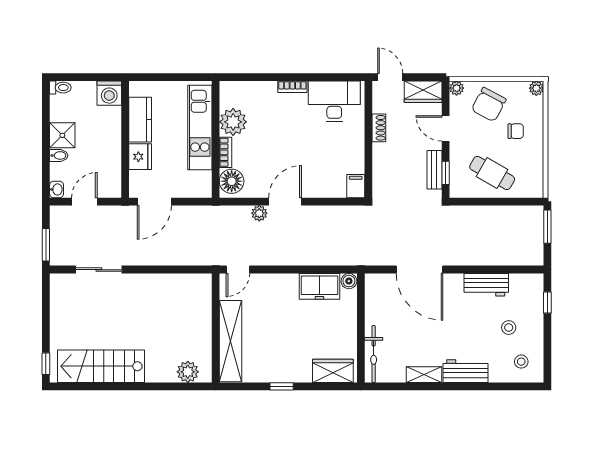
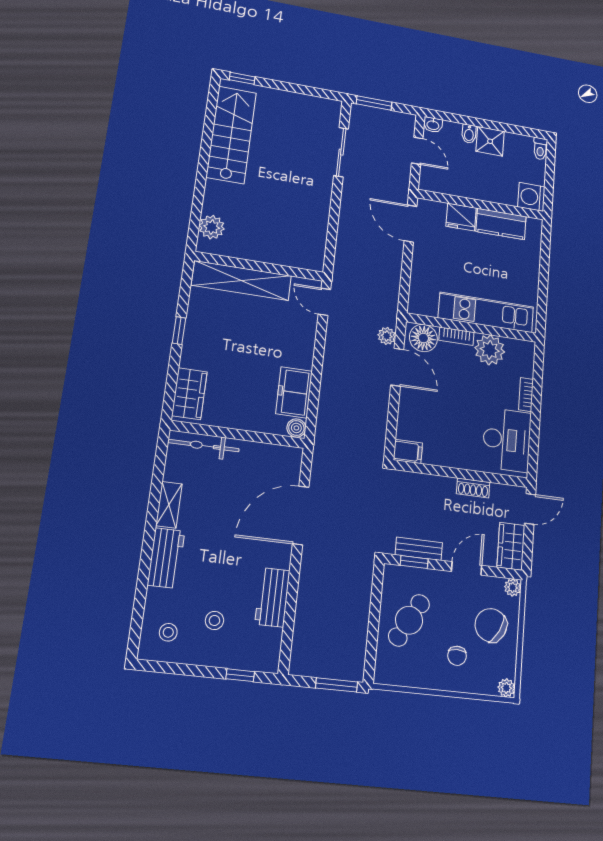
plant: (233, 122) -> (490, 350), moved
kitchen unit: (200, 128) -> (486, 312), moved
wall: (216, 139) -> (472, 328), moved
bookcase: (225, 152) -> (456, 336), moved
floor lamp: (232, 181) -> (423, 338), moved

